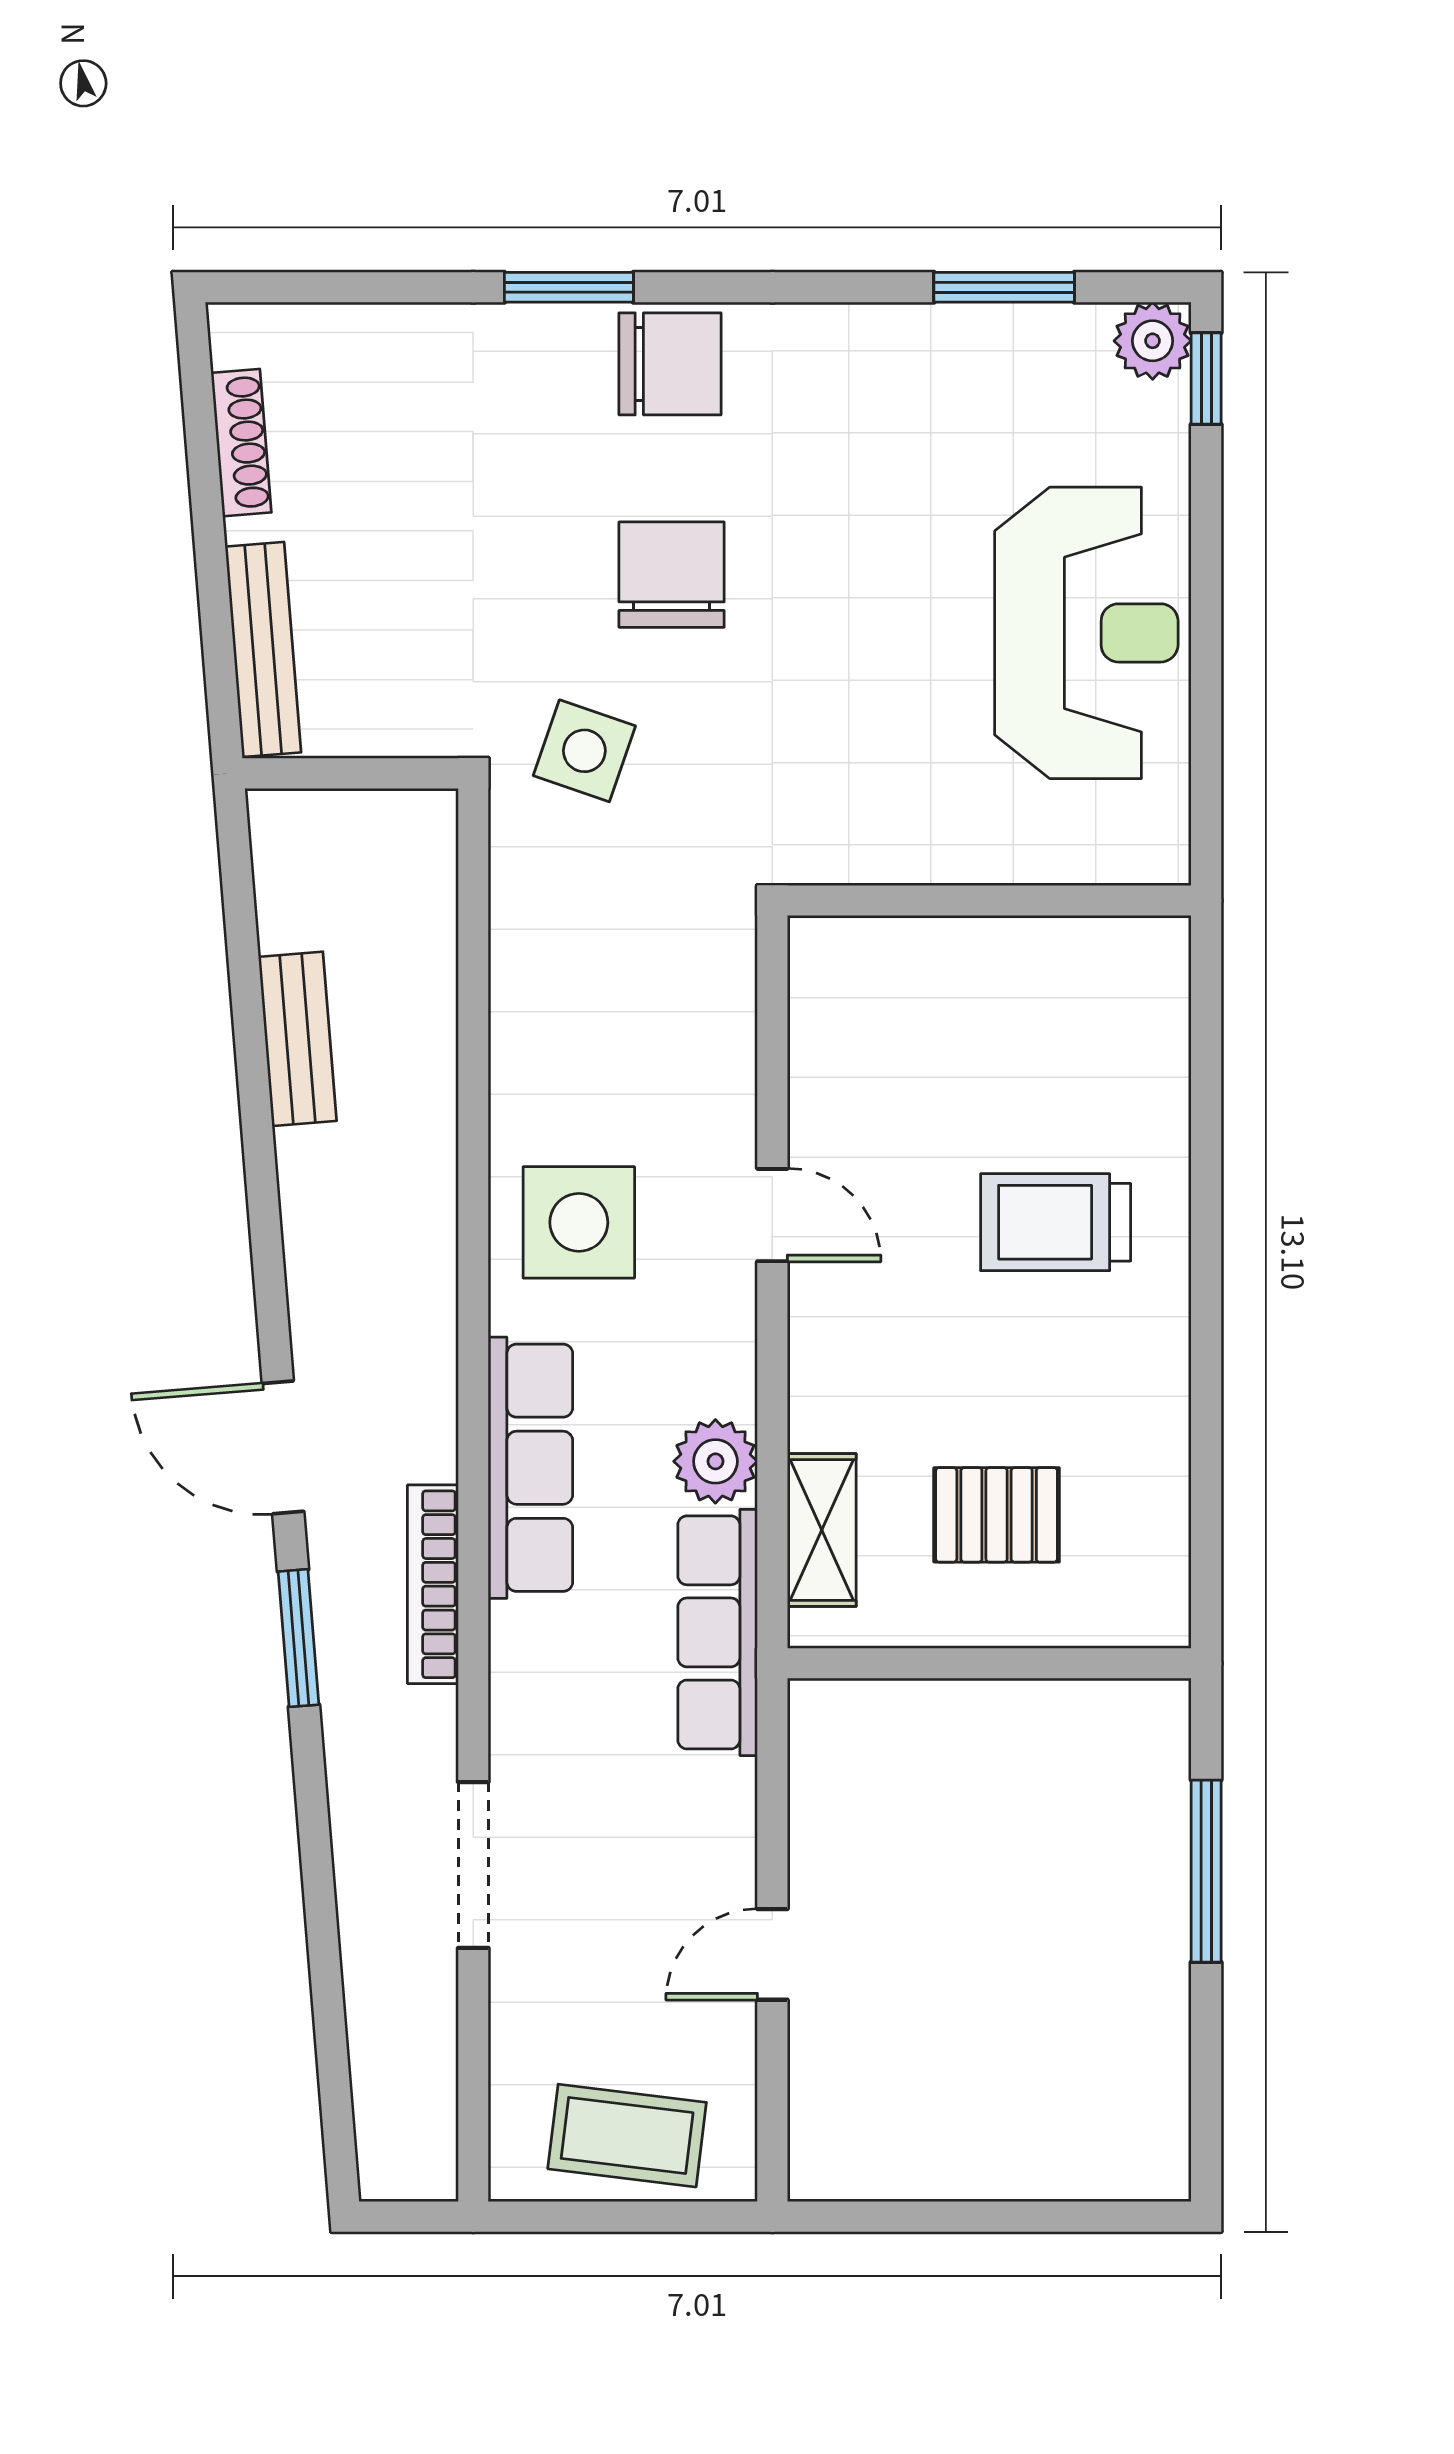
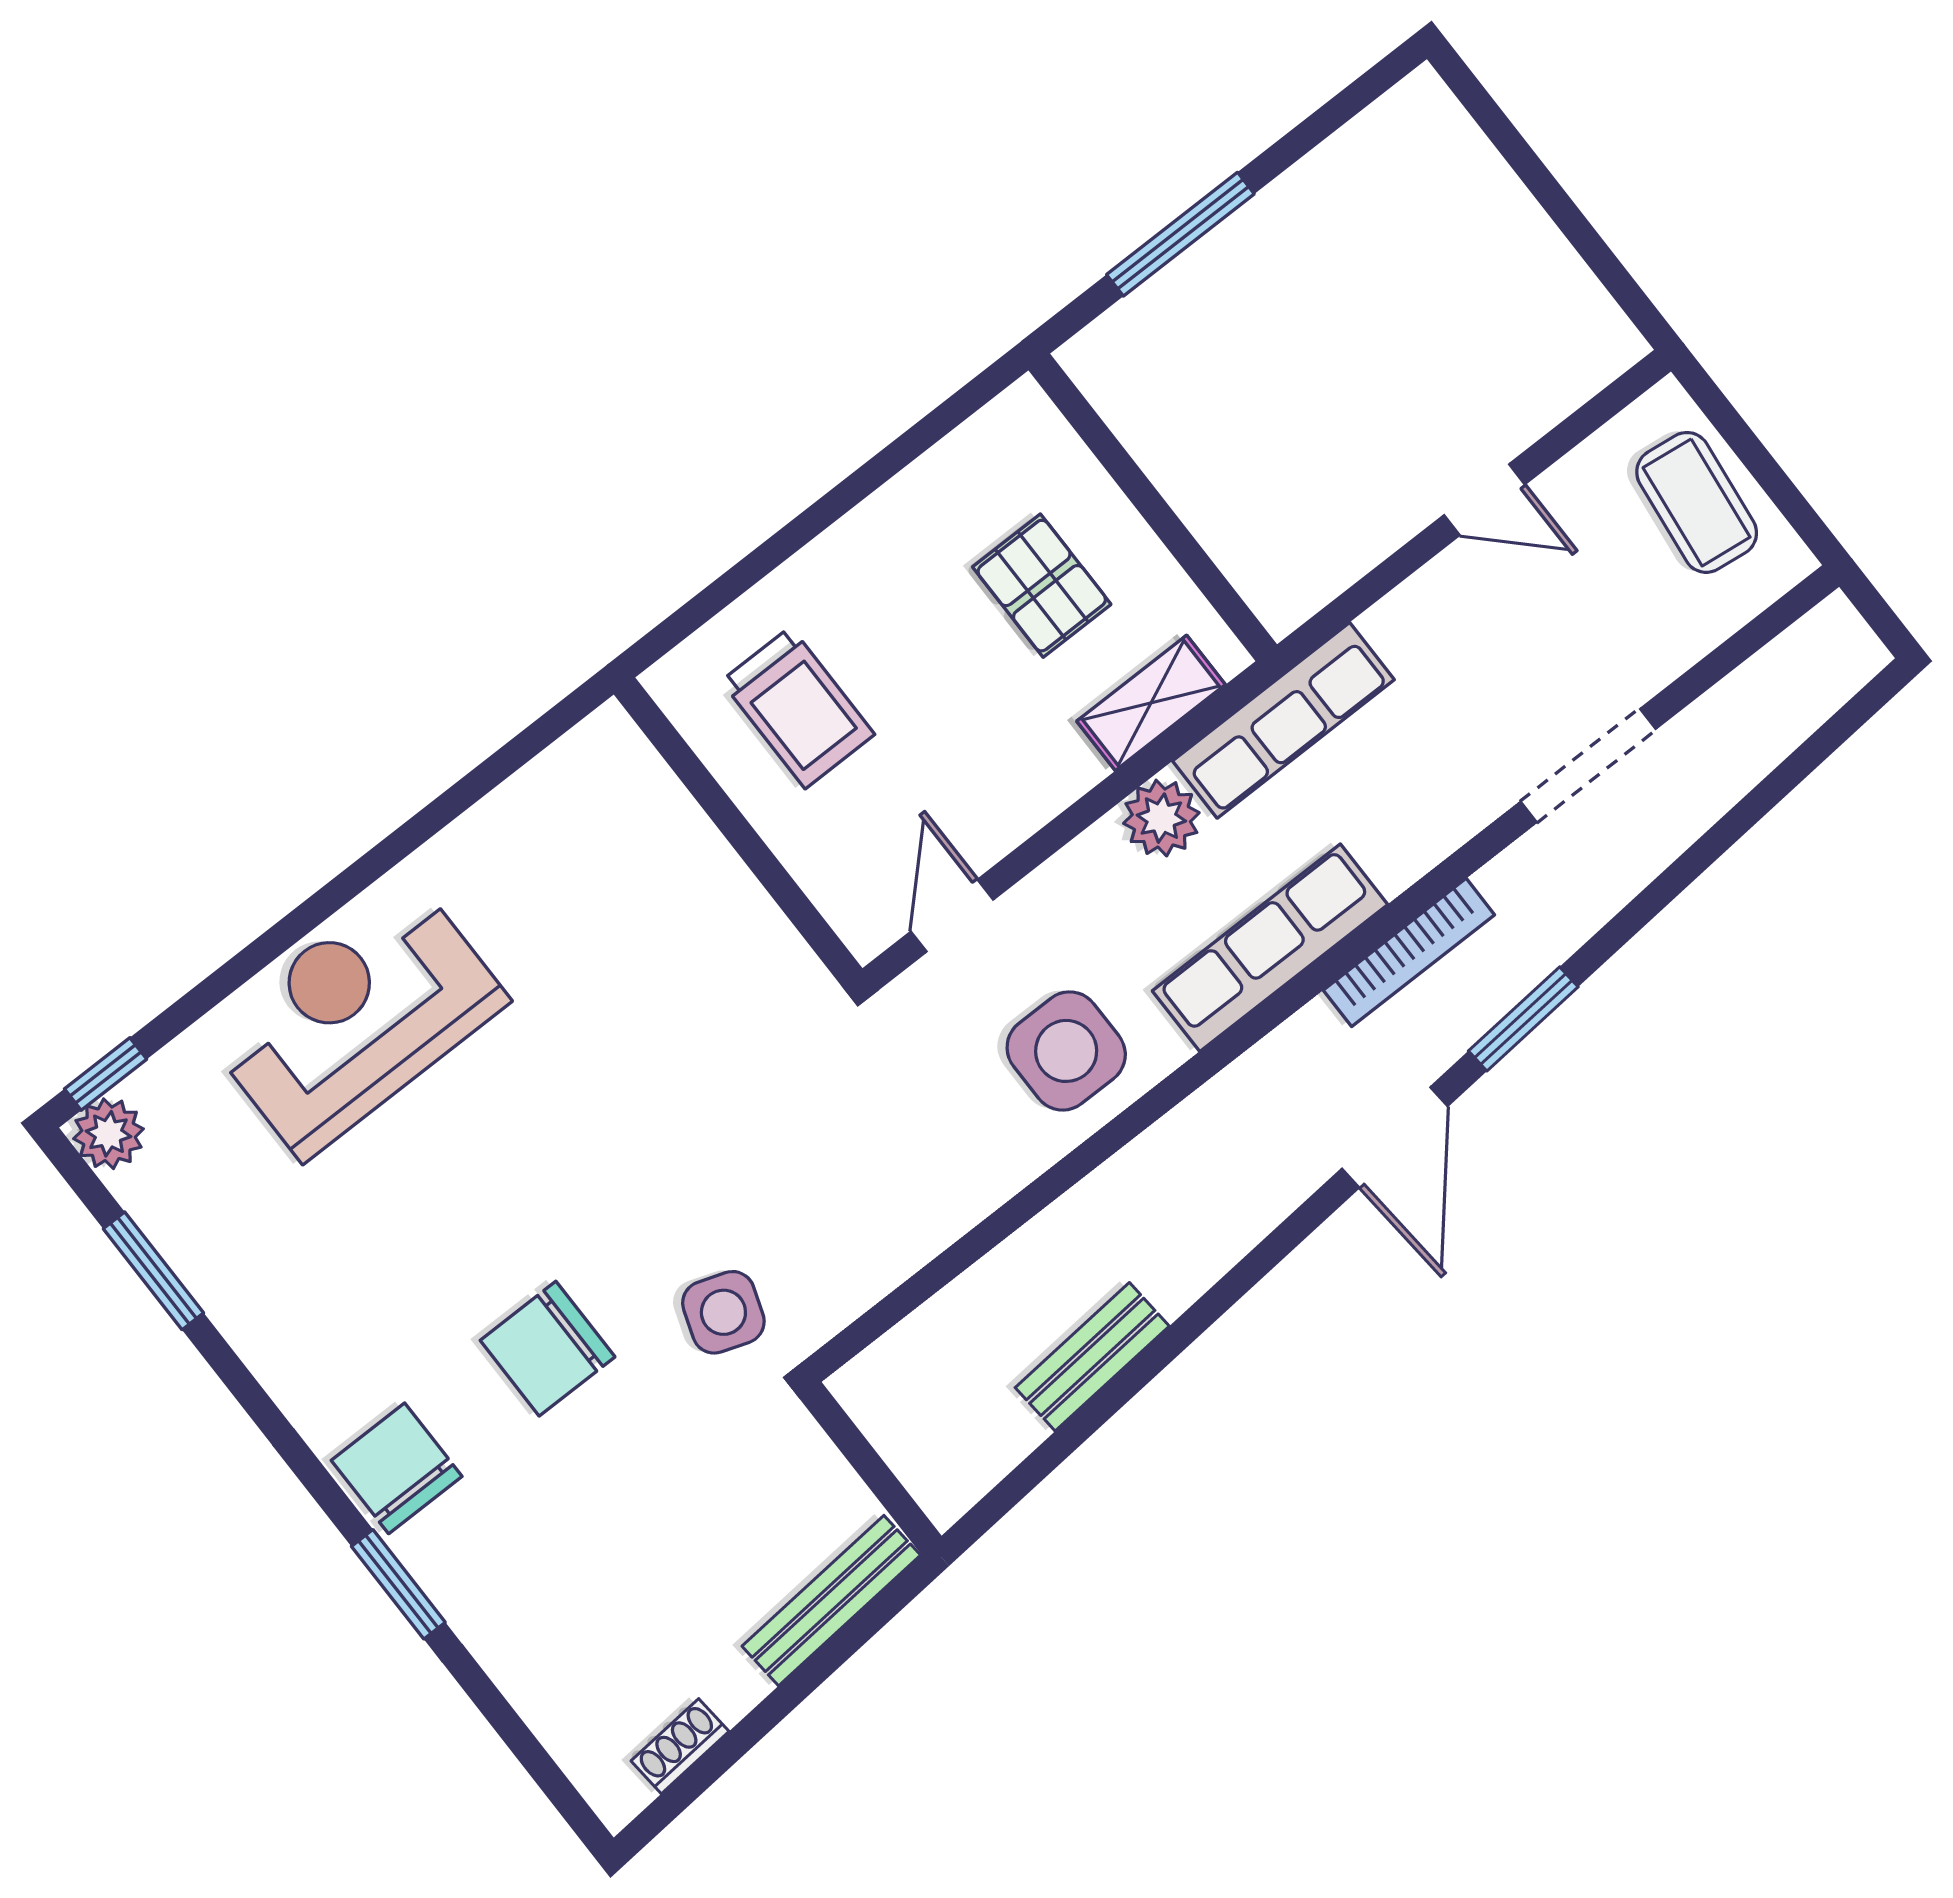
shoe rack: (241, 443) -> (680, 1746), width x0.70
wall: (989, 900) -> (738, 831), moved

